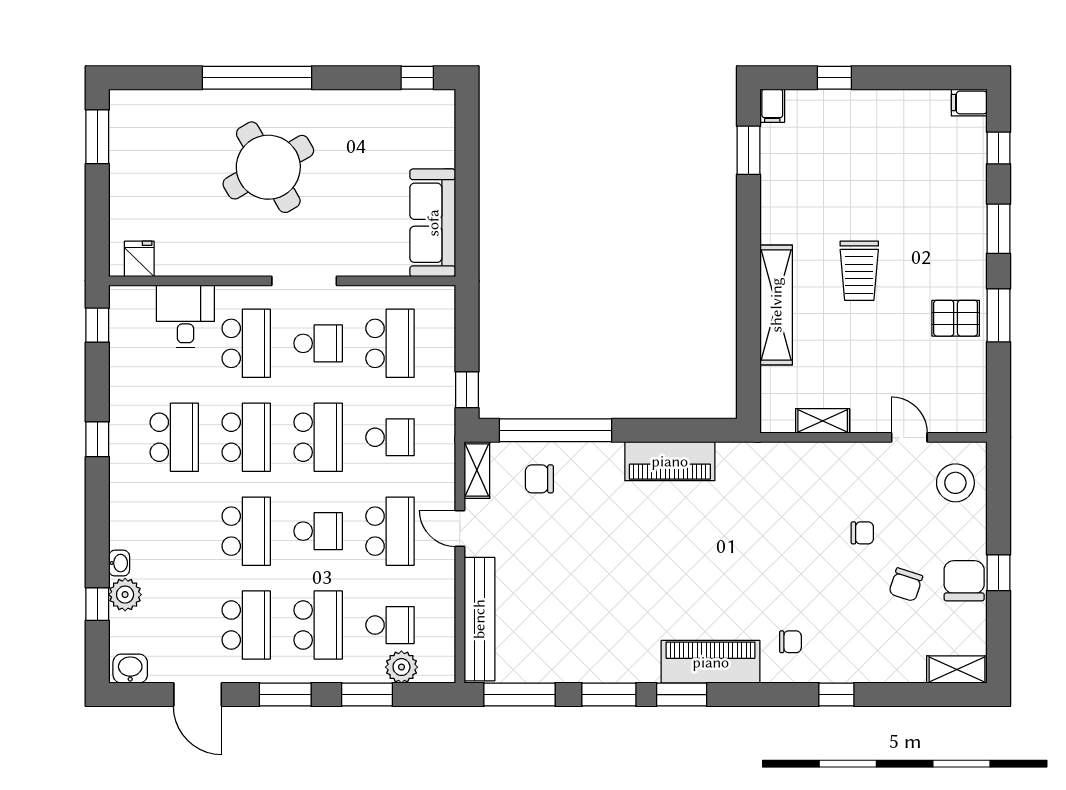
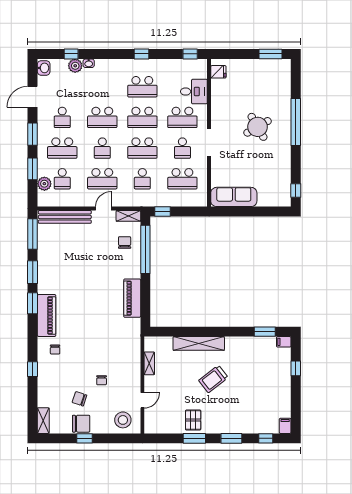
round table: (268, 167) -> (258, 127), width x0.73, depth x0.73
trolley: (859, 271) -> (213, 379), turned -38
school desk: (246, 625) -> (62, 117), width x0.54

